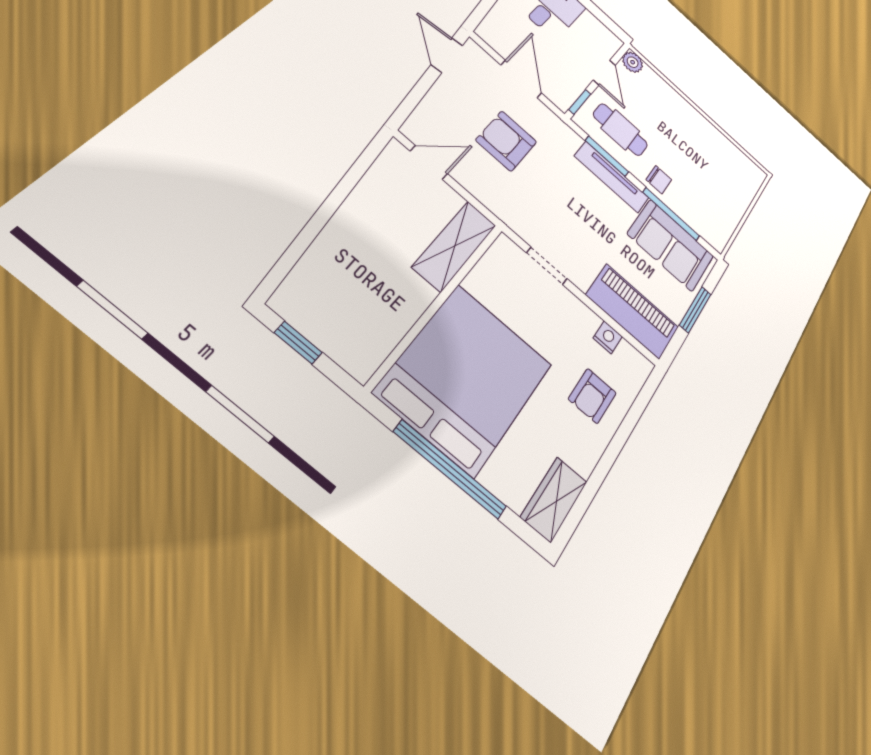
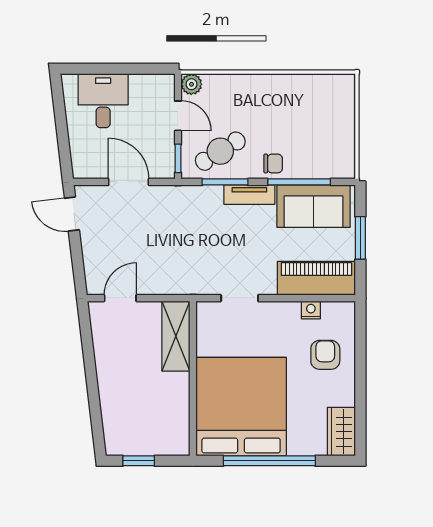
cafe table: (620, 130) -> (220, 151), turned -32
armchair: (506, 141) -> (153, 237), removed
tv unit: (612, 177) -> (249, 195), width x0.71
armchair: (592, 396) -> (325, 355), turned 180

